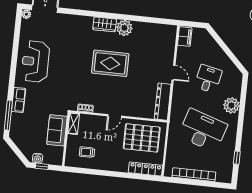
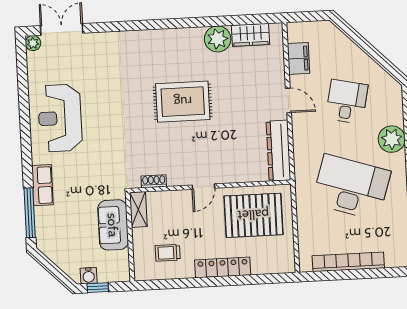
wardrobe: (105, 24) -> (251, 35), moved
plant: (124, 28) -> (218, 39), moved
filing cabinet: (185, 37) -> (298, 58), moved
locker: (145, 169) -> (223, 267), moved

